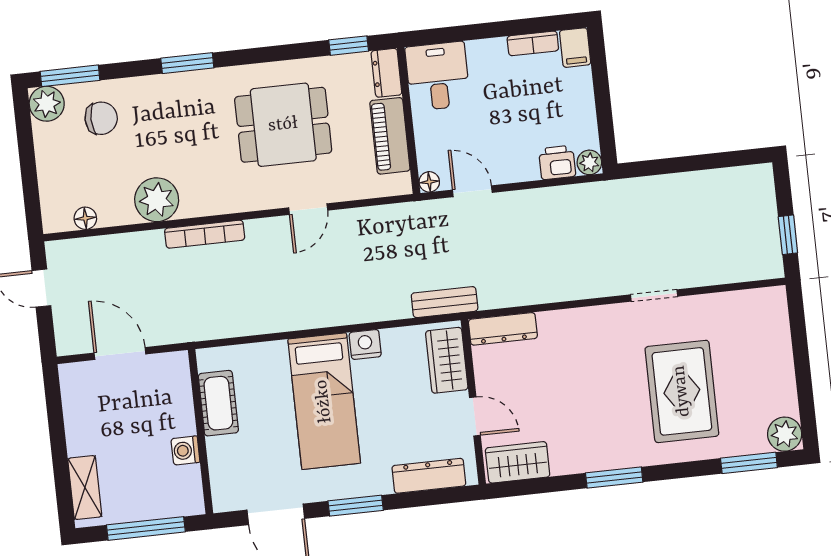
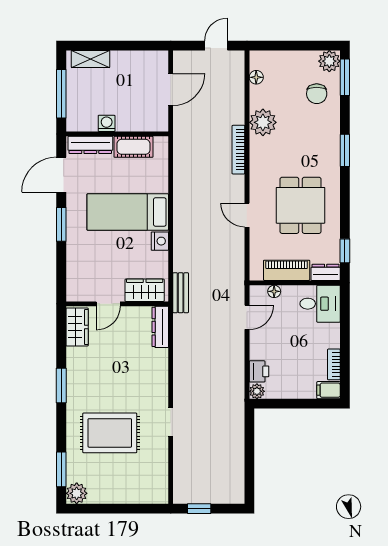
floor lamp: (429, 182) -> (274, 291), moved
dresser: (429, 476) -> (90, 145), moved, turned 90

